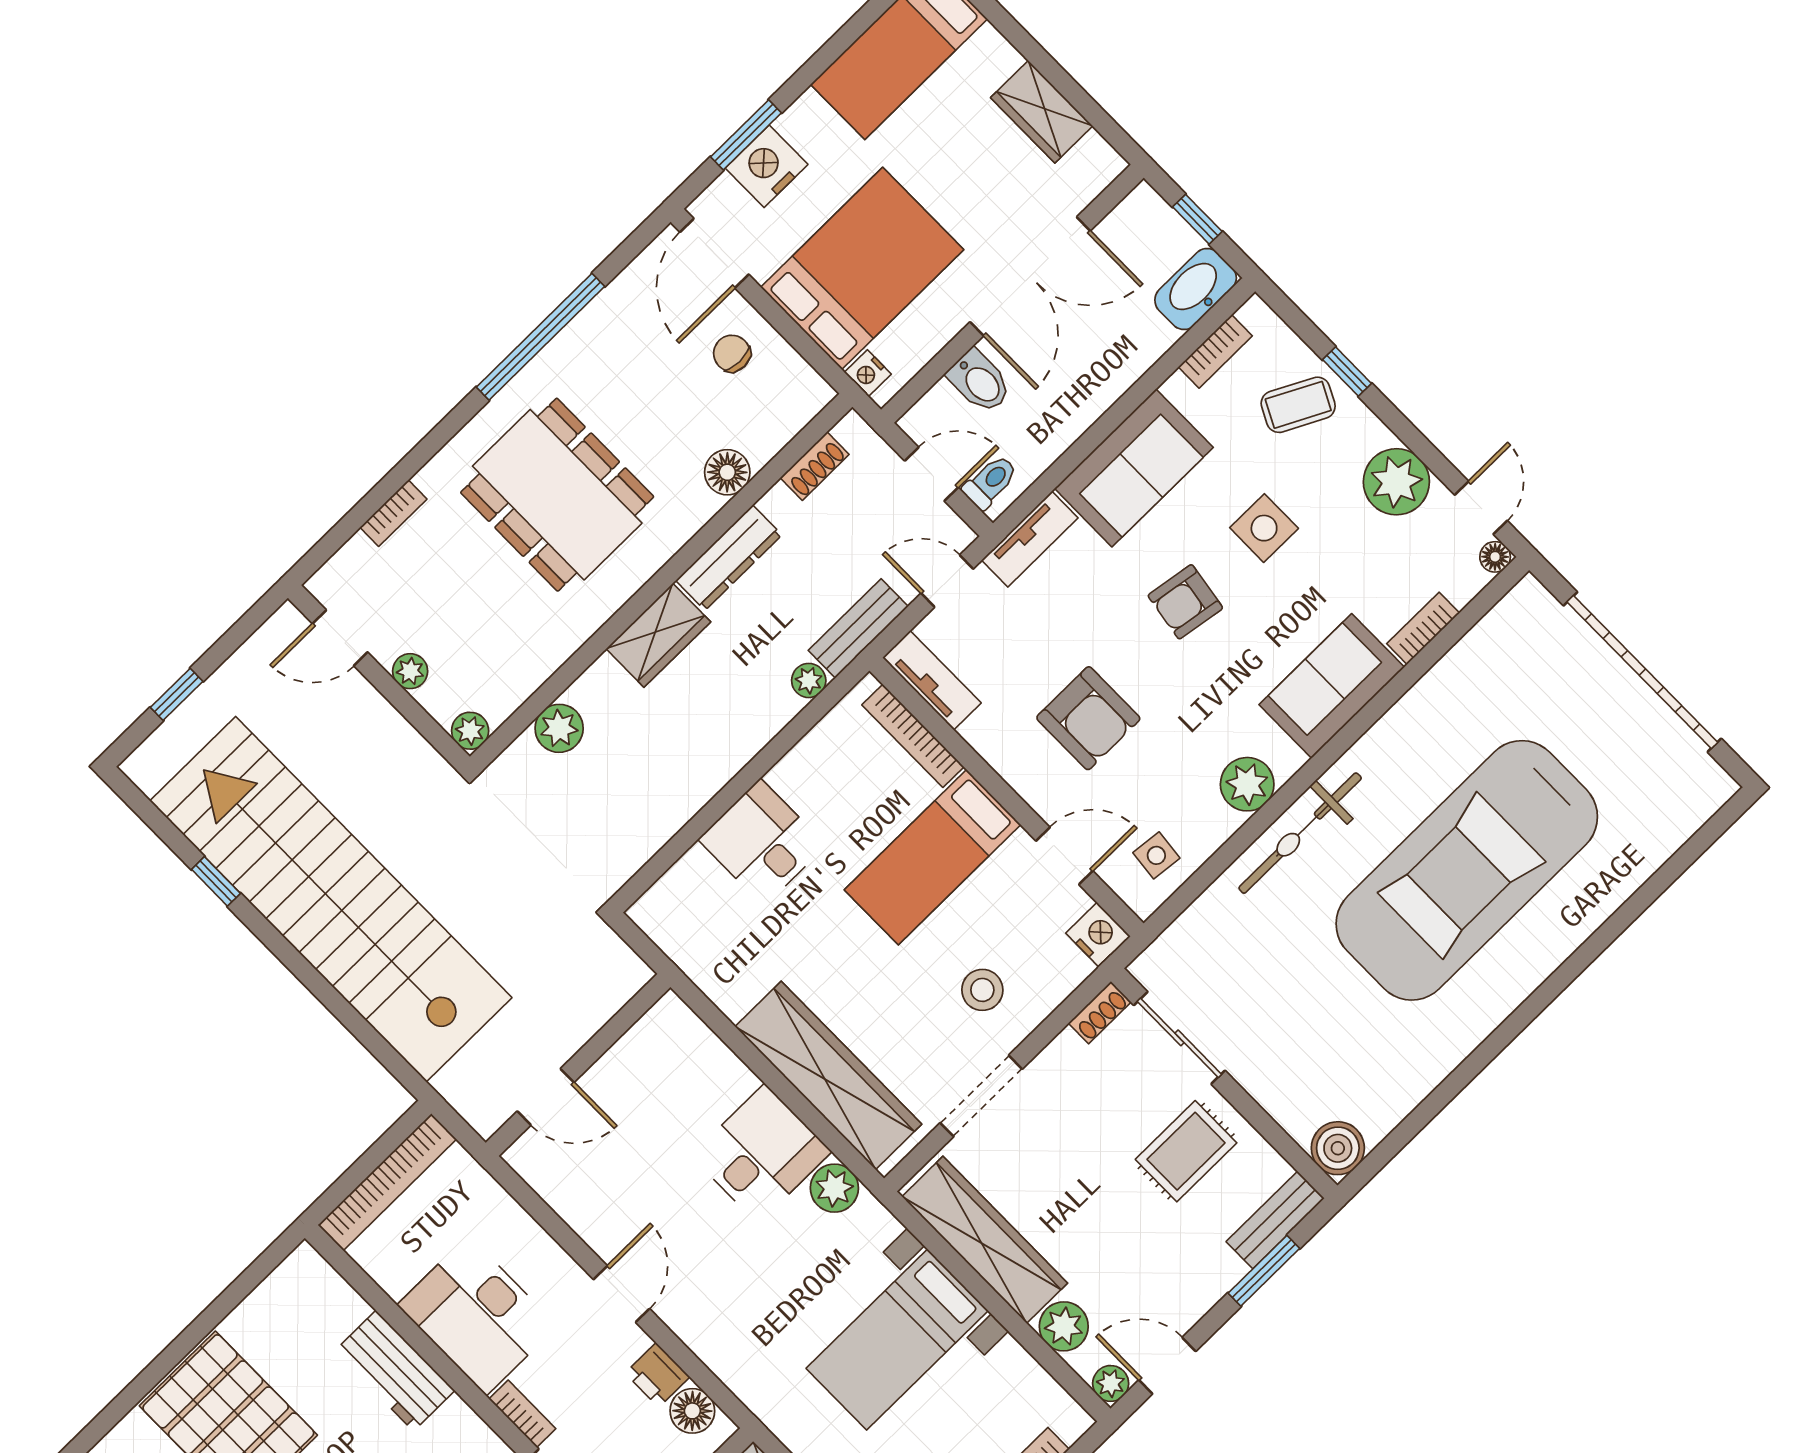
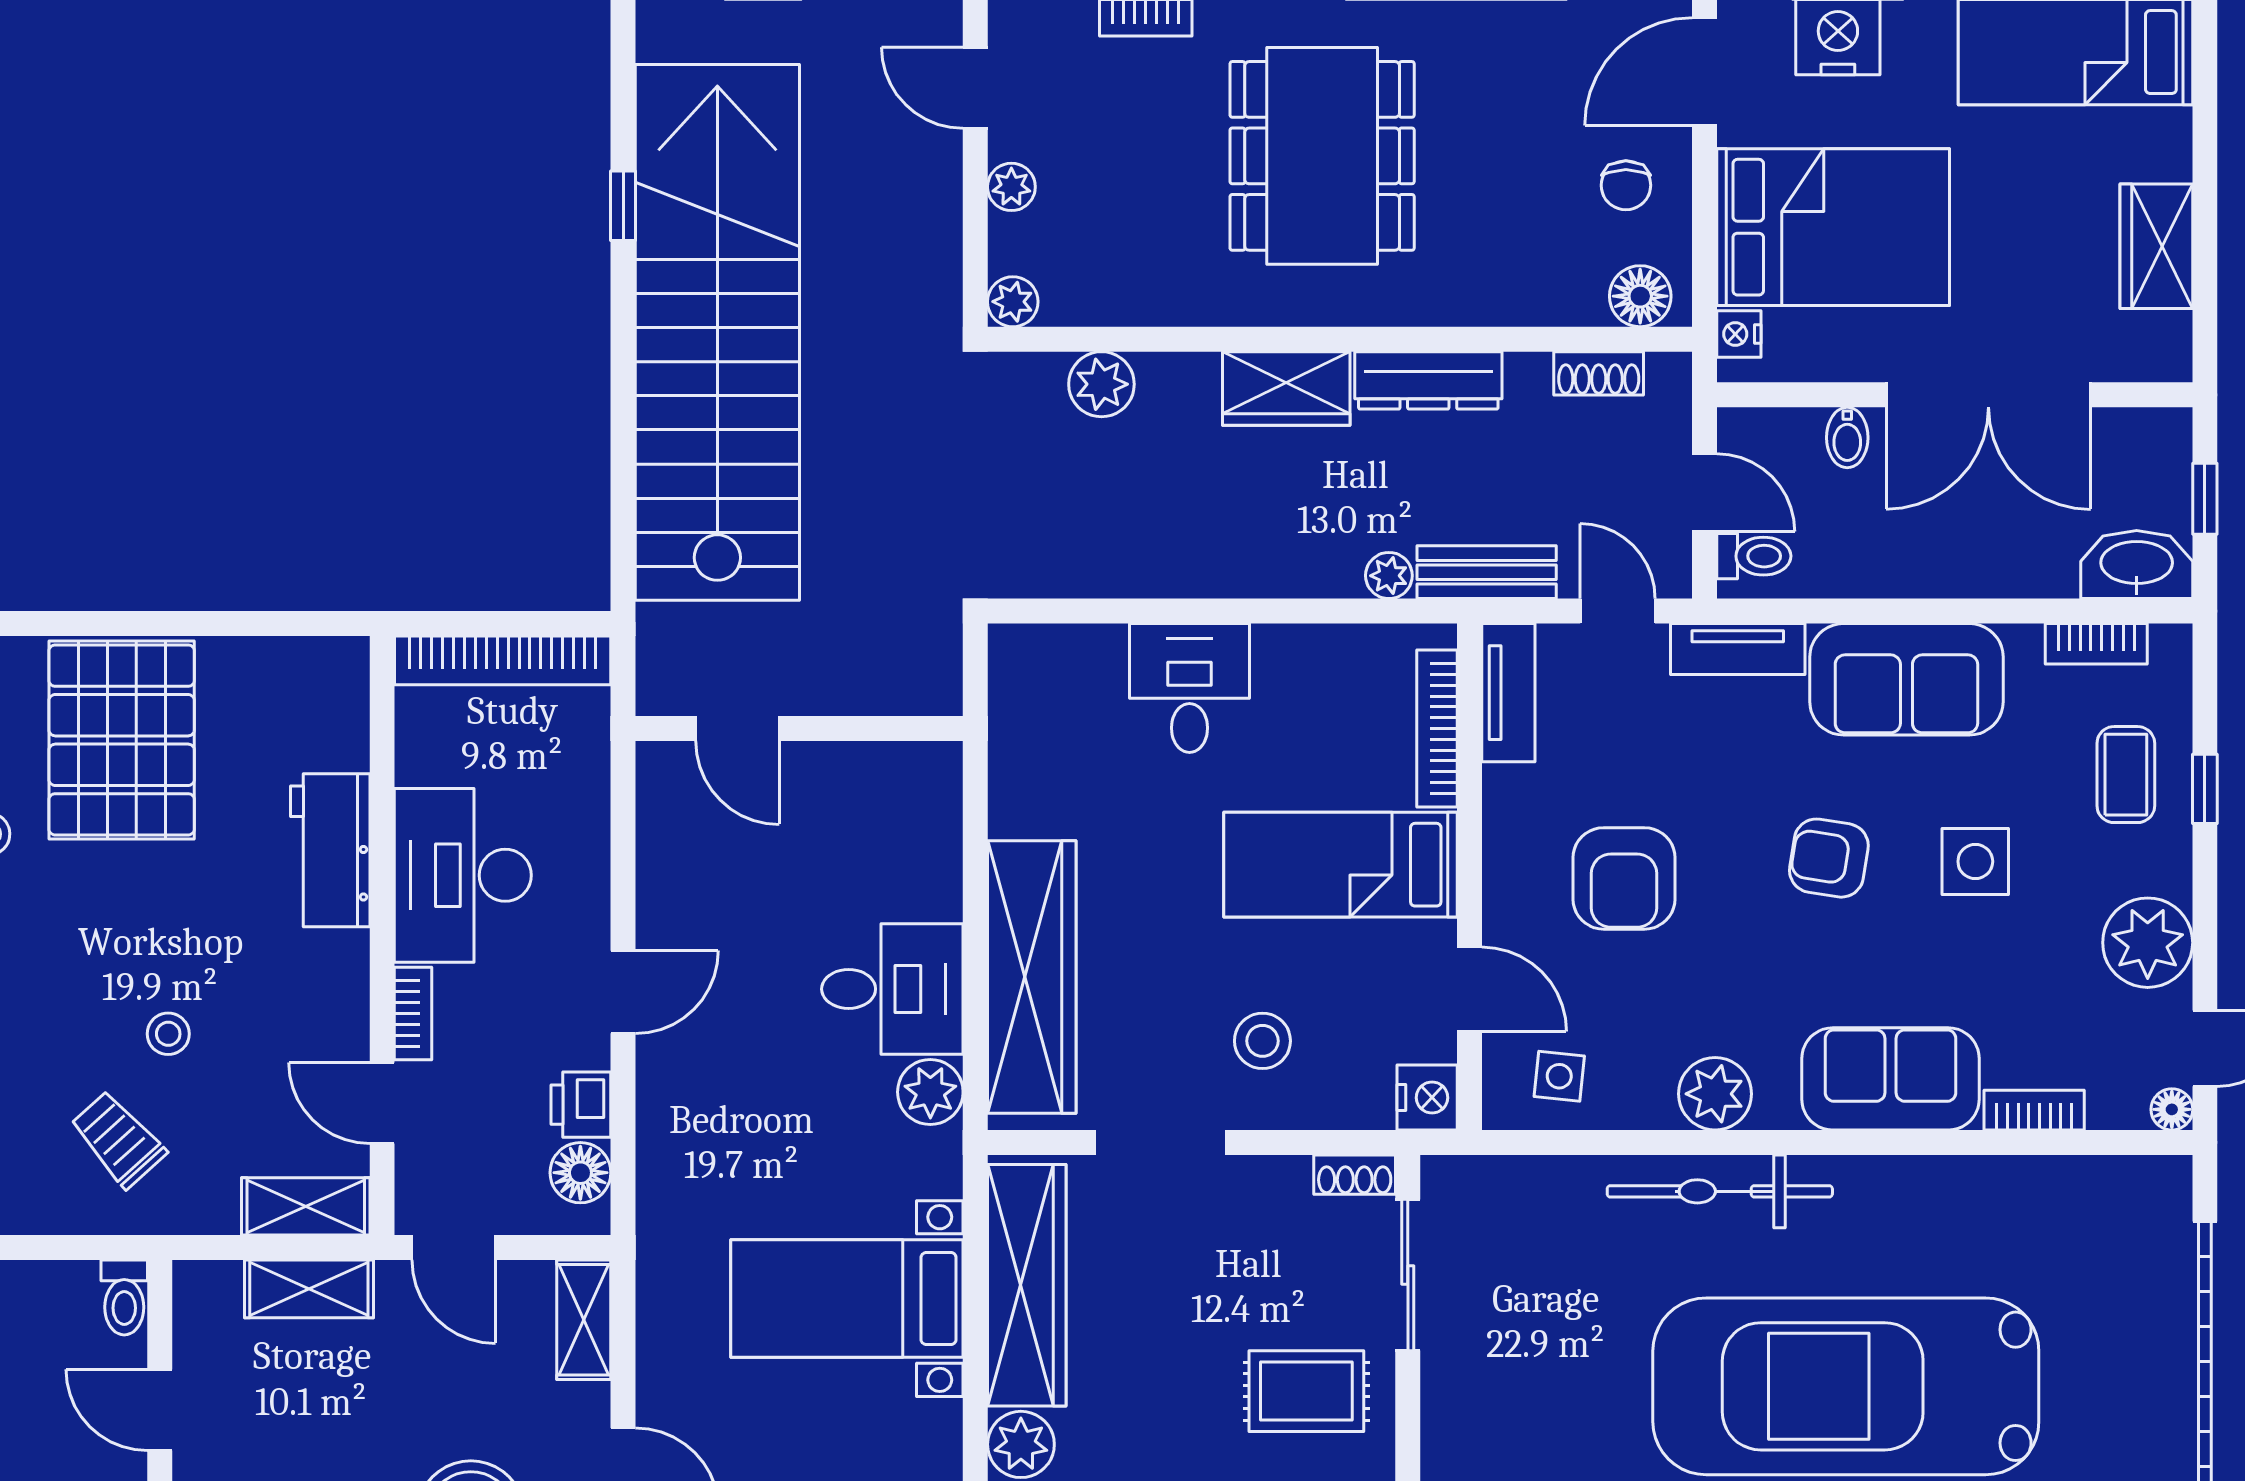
chair: (732, 353) -> (1626, 185), turned 180
bidet: (980, 381) -> (1847, 438), width x0.72, depth x0.74
coffee table: (1298, 405) -> (2126, 775), turned 63
floor lamp: (727, 472) -> (1640, 296), moved

